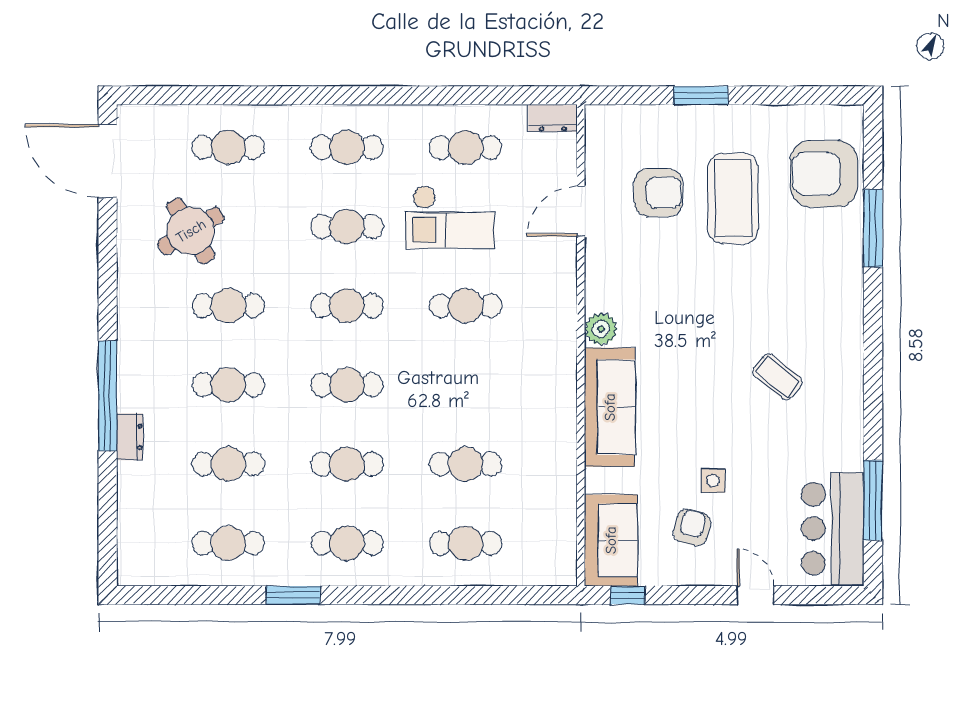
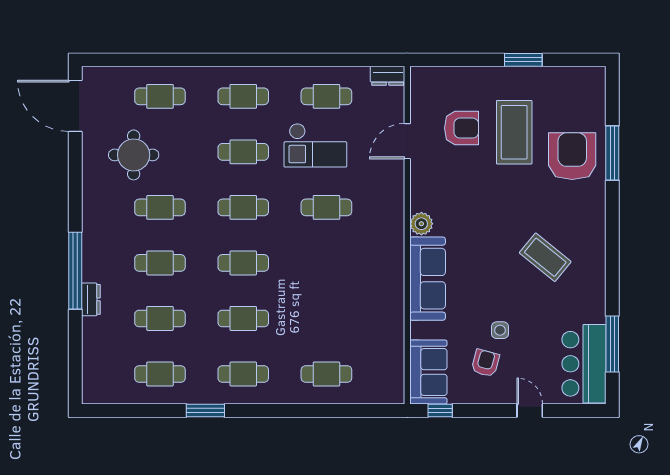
window: (701, 95) -> (523, 60), moved
armchair: (824, 174) -> (572, 156), moved, turned 90
round table: (191, 231) -> (134, 155), turned 31
coffee table: (778, 377) -> (545, 257), width x1.36, depth x1.30
cafe table: (466, 464) -> (326, 318), removed

